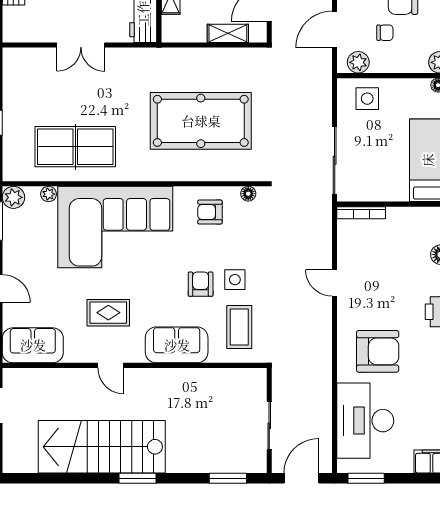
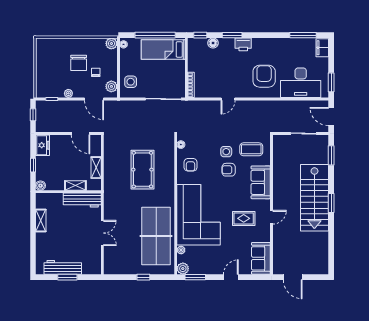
shelving: (228, 33) -> (96, 168), moved
pool table: (201, 121) -> (142, 170), width x0.73, depth x0.76
table tennis table: (75, 147) -> (156, 236), width x1.36, depth x1.32
rug: (108, 313) -> (244, 218), turned 90
stairs: (102, 447) -> (314, 198), moved

